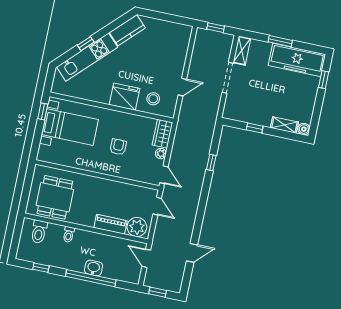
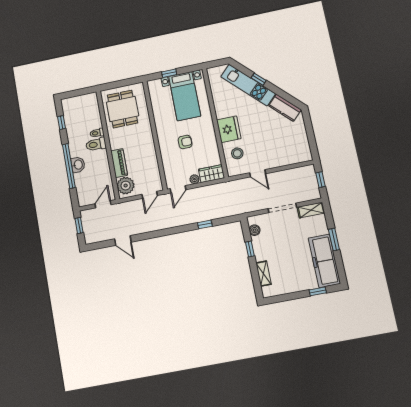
window: (43, 111) -> (169, 73), moved
boiler: (304, 129) -> (255, 230), moved
dining table: (55, 197) -> (123, 109), turned 90
toilet: (39, 232) -> (96, 144), moved

